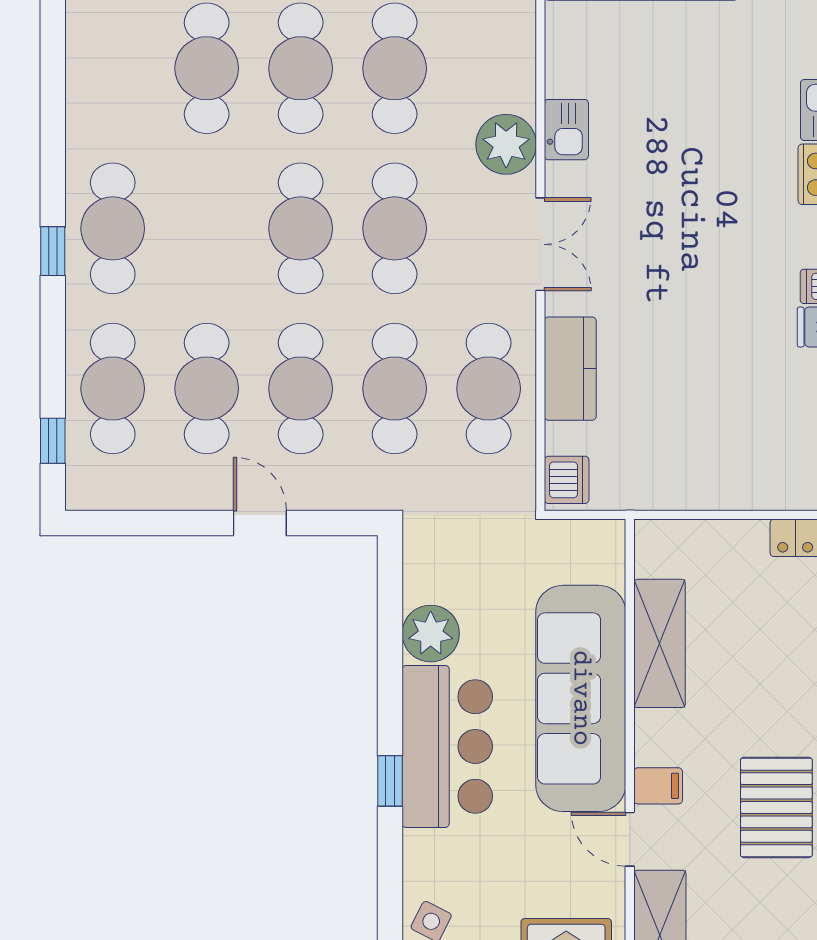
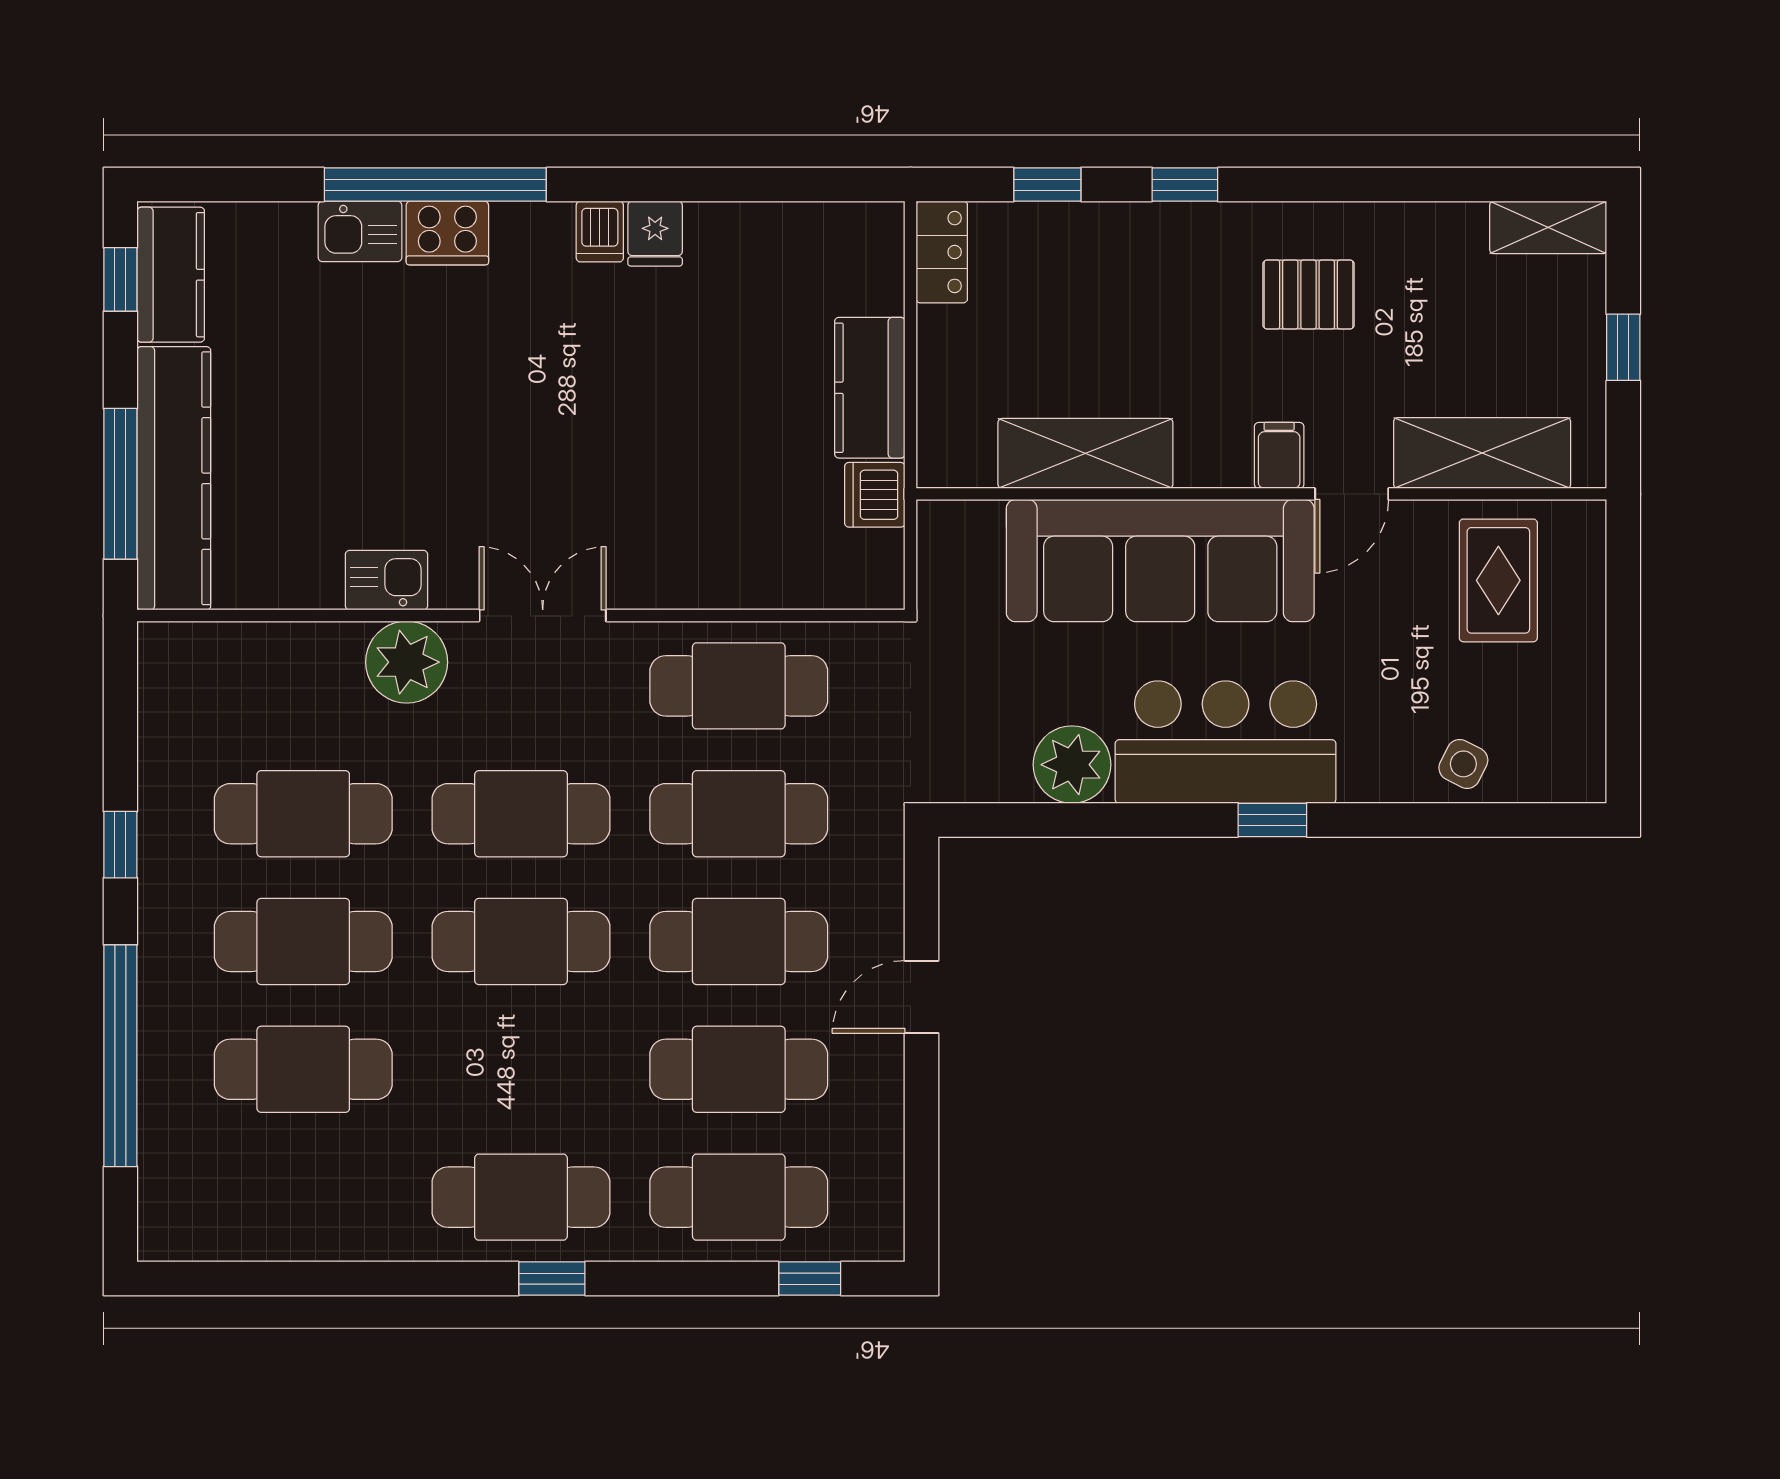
kitchen counter: (570, 369) -> (870, 388), moved, turned -90
dishwasher: (567, 480) -> (875, 495), moved, turned -90
pallet: (776, 807) -> (1309, 295), width x0.67, depth x0.71

